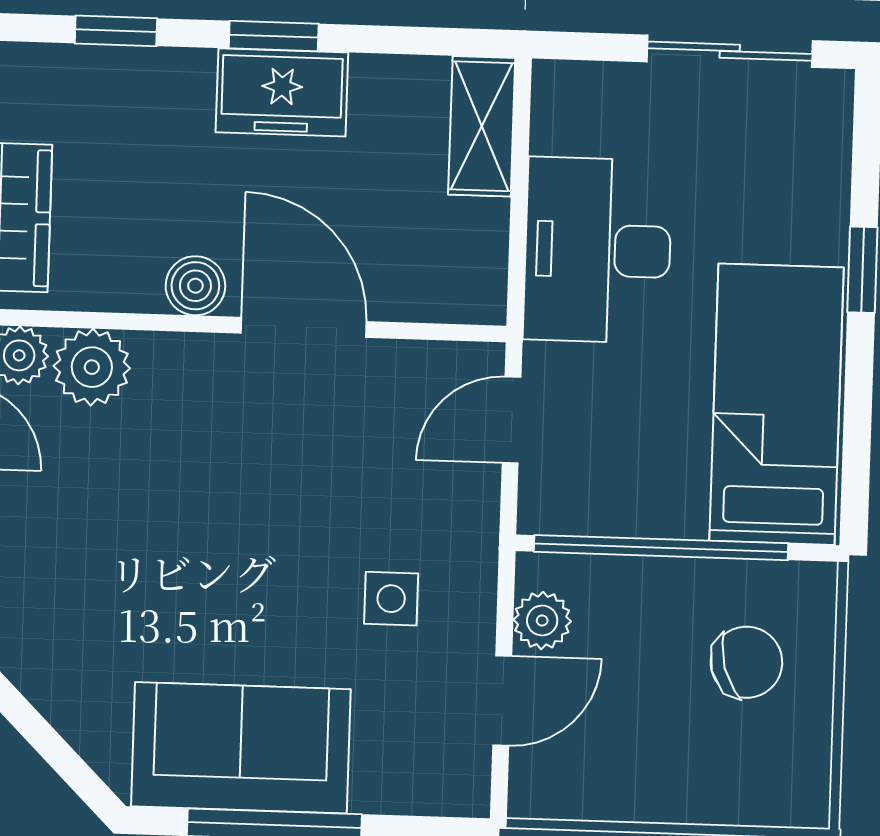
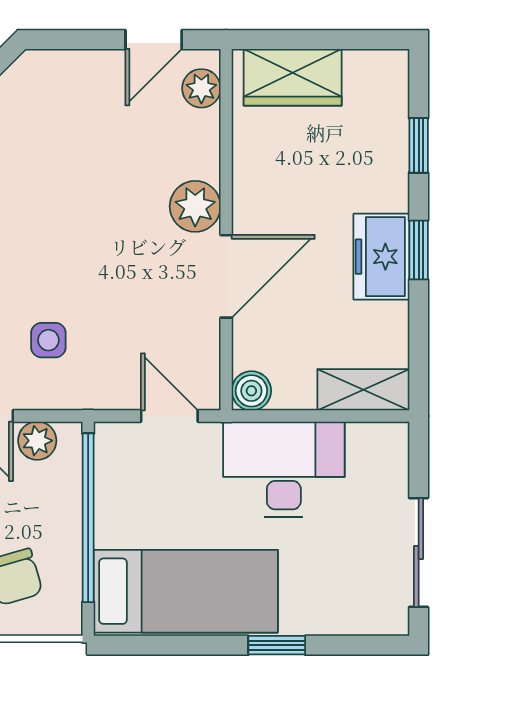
boiler: (195, 286) -> (251, 391), moved
plant: (92, 367) -> (195, 206), moved

